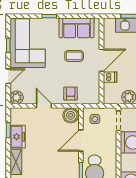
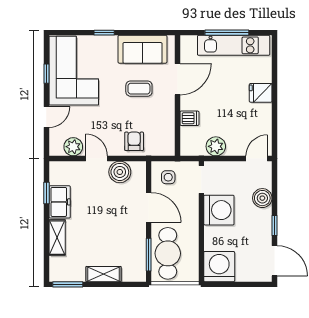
door: (101, 60) -> (178, 79), moved
plant: (17, 97) -> (73, 147), moved
boiler: (71, 115) -> (120, 172), moved
door: (81, 141) -> (149, 207), swing flipped

